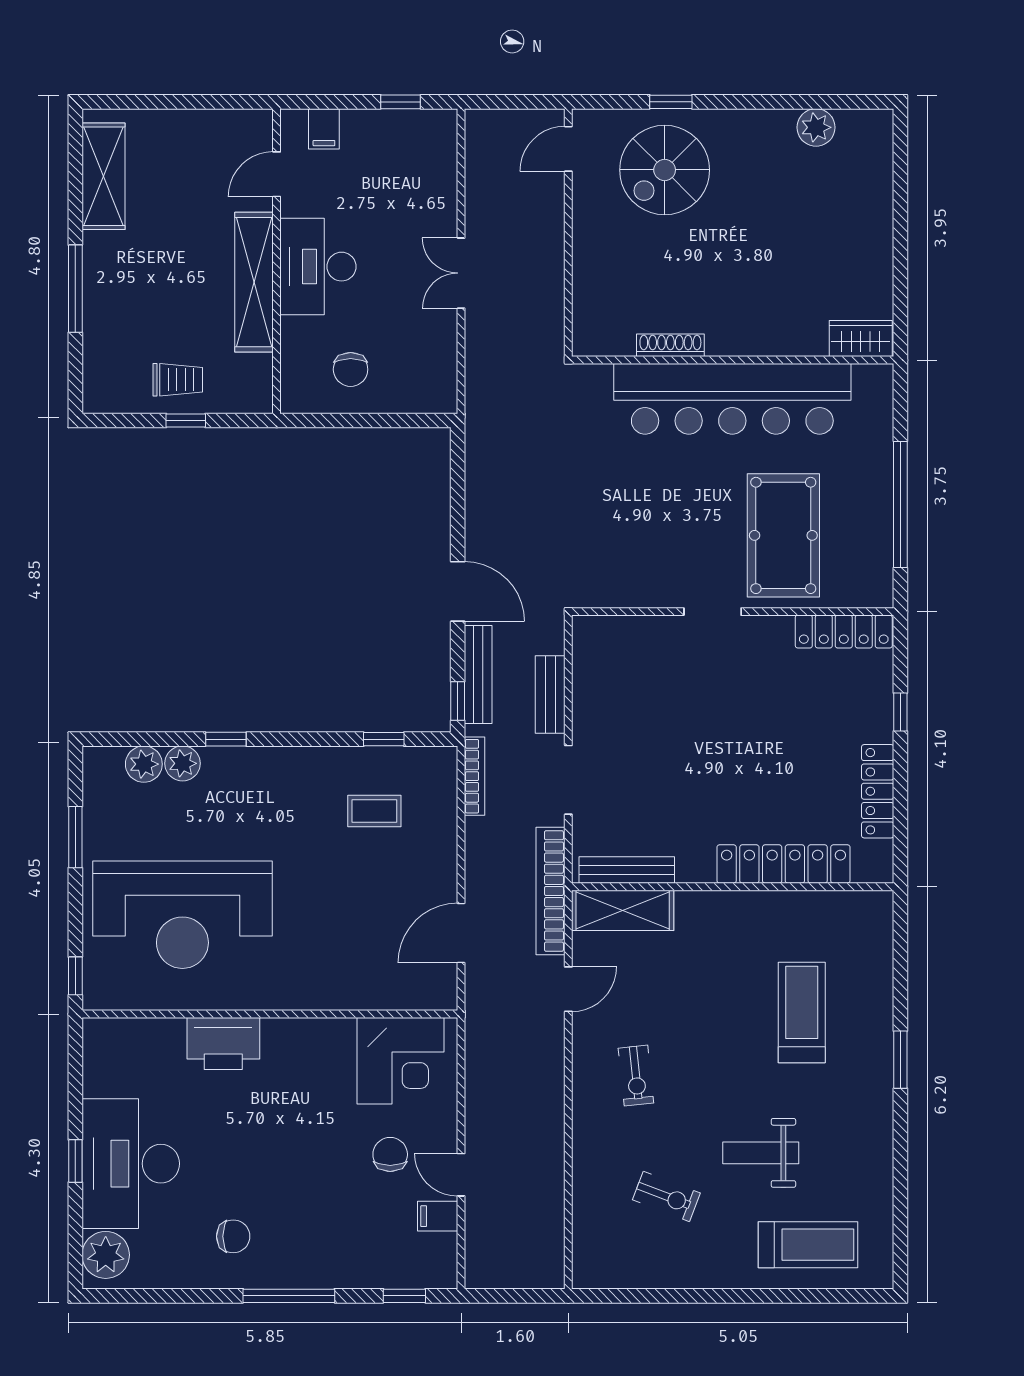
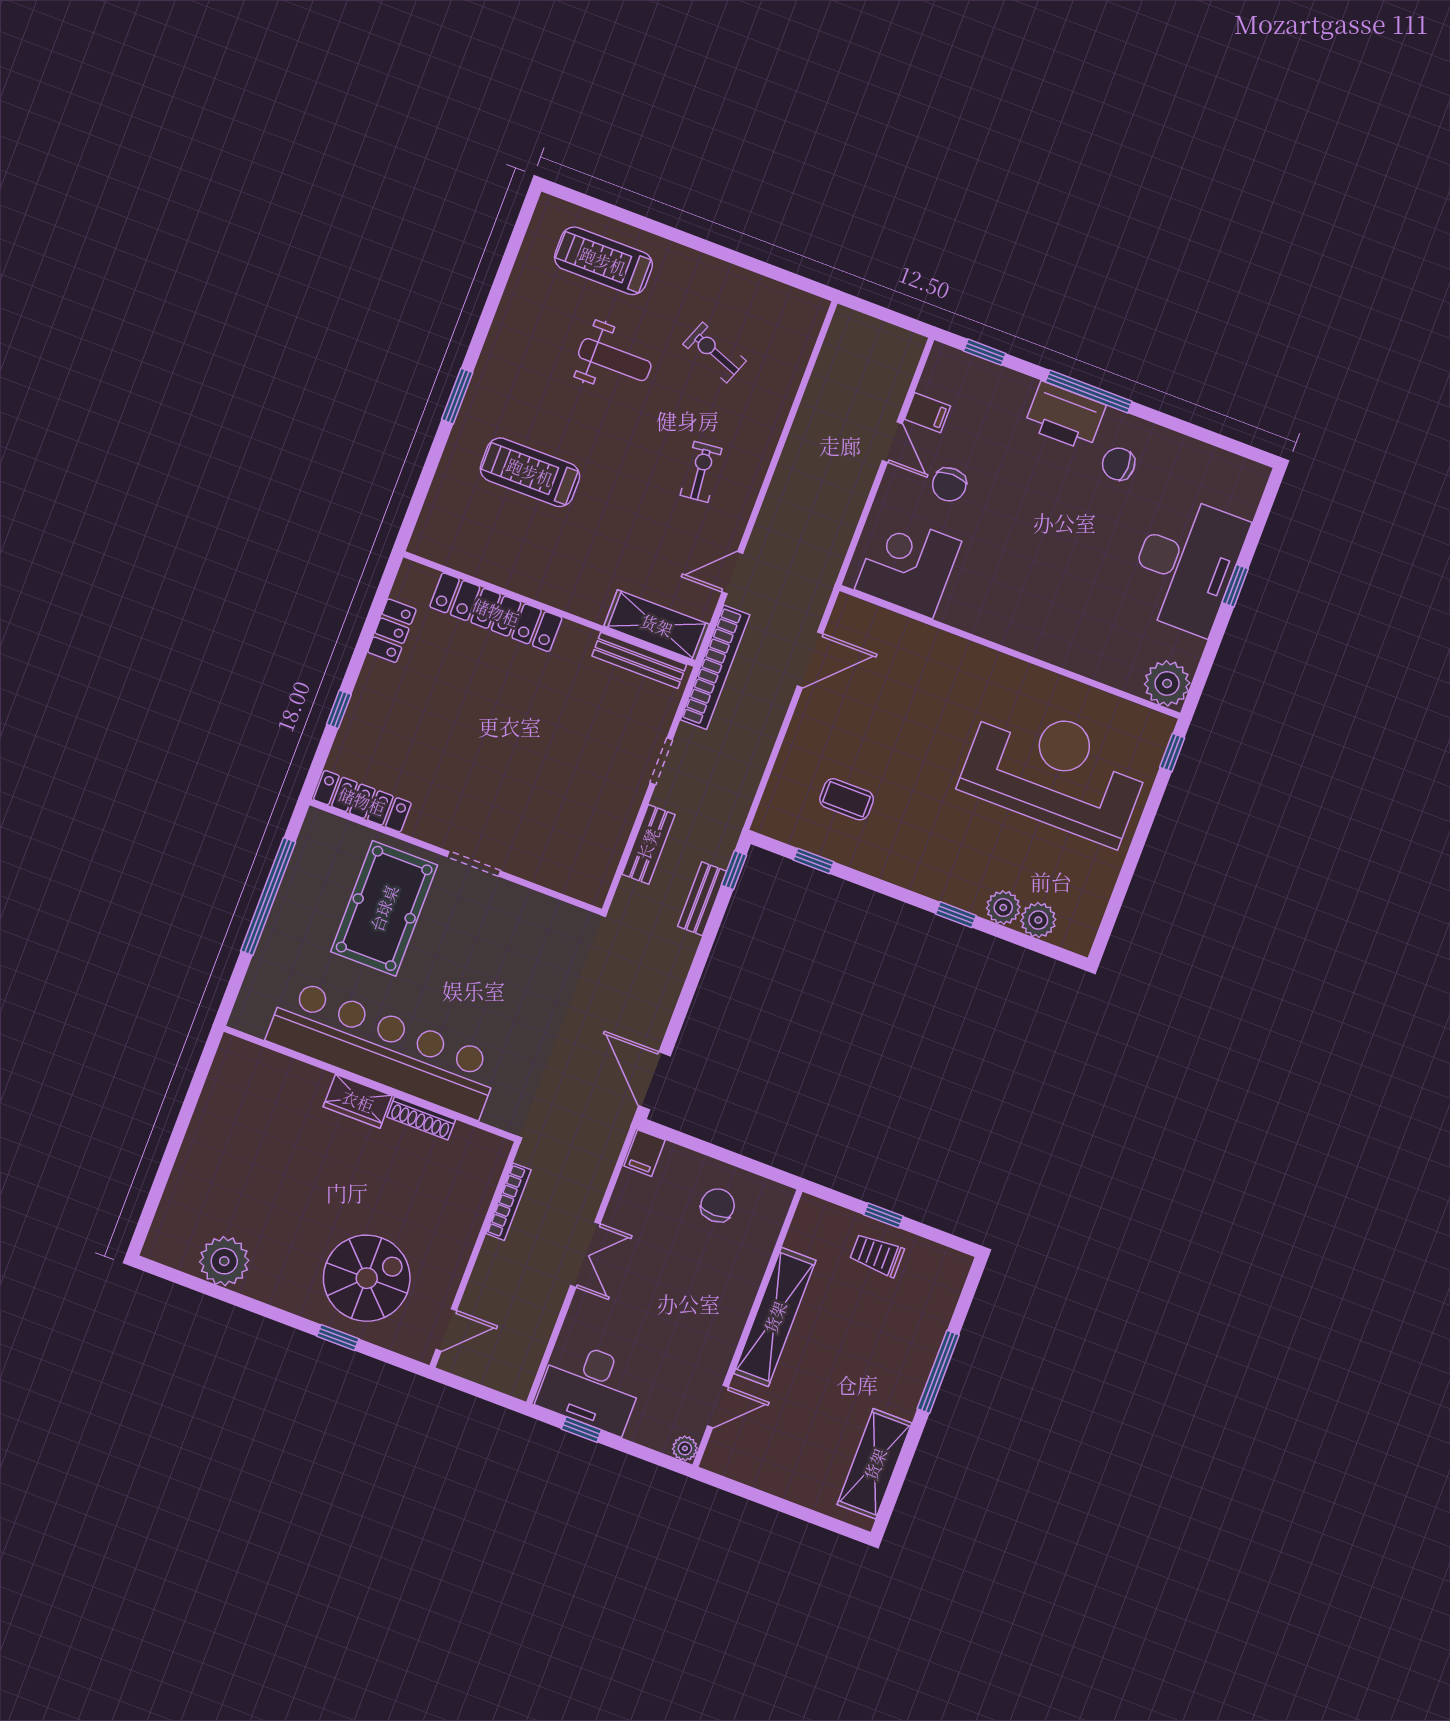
plant: (293, 121) -> (685, 1448), added
plant: (816, 127) -> (224, 1261), width x1.36, depth x1.36
filing cabinet: (324, 129) -> (645, 1153), moved, turned 180
desk: (318, 267) -> (591, 1387), moved, turned 90
wardrobe: (861, 339) -> (358, 1101), moved
door: (458, 591) -> (654, 1081), moved
bench: (478, 675) -> (702, 899), width x0.73
bookcase: (474, 776) -> (509, 1202), moved, turned 180
doorway: (568, 780) -> (661, 761), width x0.73
locker: (878, 791) -> (392, 631), width x0.66
window: (75, 837) -> (1125, 878), removed
treadmill: (802, 1012) -> (530, 472), turned 90
printer: (223, 1043) -> (1065, 416), moved, turned 180
plant: (106, 1255) -> (1167, 683), moved

